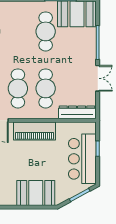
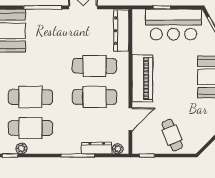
cafe table: (46, 31) -> (30, 97), moved

